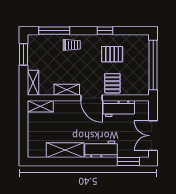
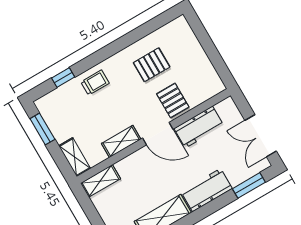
window: (54, 31) -> (63, 78), width x0.46
window: (105, 31) -> (126, 41), removed
window: (153, 65) -> (210, 49), removed

